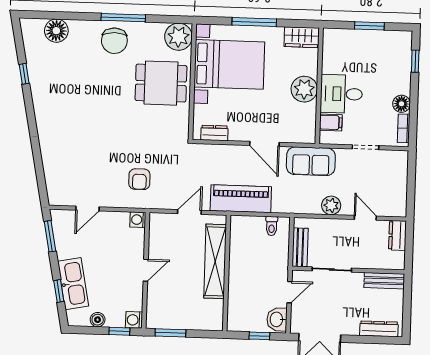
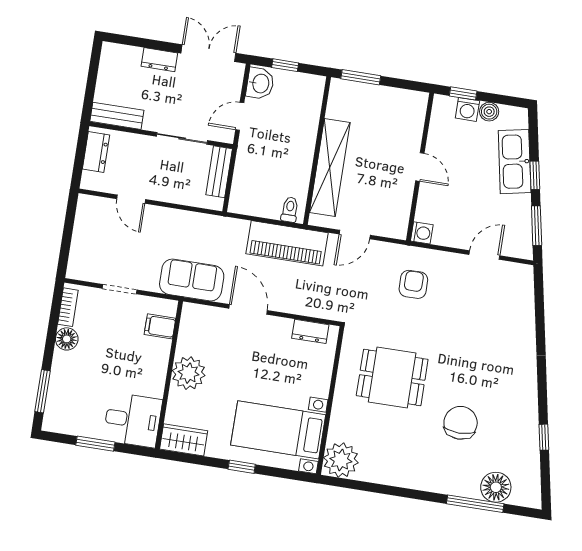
window: (123, 18) -> (475, 504), moved
window: (254, 22) -> (242, 467), width x0.46
chair: (114, 41) -> (461, 423), moved
window: (415, 61) -> (43, 391), width x1.50
bed with nightstands: (229, 64) -> (278, 430), width x0.73
dining table: (161, 83) -> (392, 377), moved
desk: (341, 94) -> (133, 420), moved
plant: (331, 205) -> (173, 220), removed
toilet: (272, 226) -> (290, 209), moved
dresser: (397, 235) -> (96, 152), moved
door: (146, 270) -> (420, 167), swing flipped
window: (59, 291) -> (535, 175), moved
washing machine: (134, 320) -> (467, 109), moved, turned 90
dresser: (379, 329) -> (159, 60), moved, width x0.70
window: (170, 333) -> (361, 77), moved

